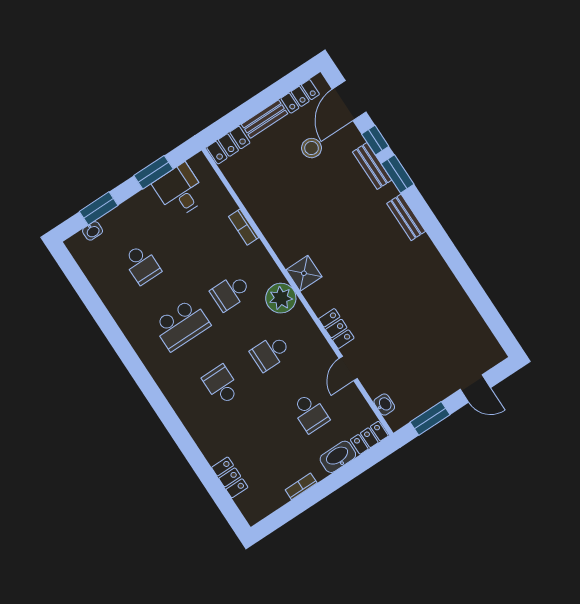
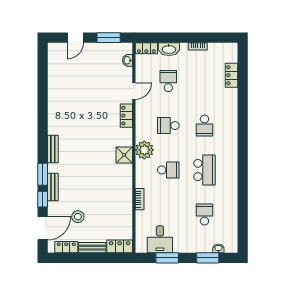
school desk: (182, 325) -> (204, 170), turned 90
school desk: (270, 353) -> (168, 126), turned 180
door: (475, 389) -> (75, 38), swing flipped

